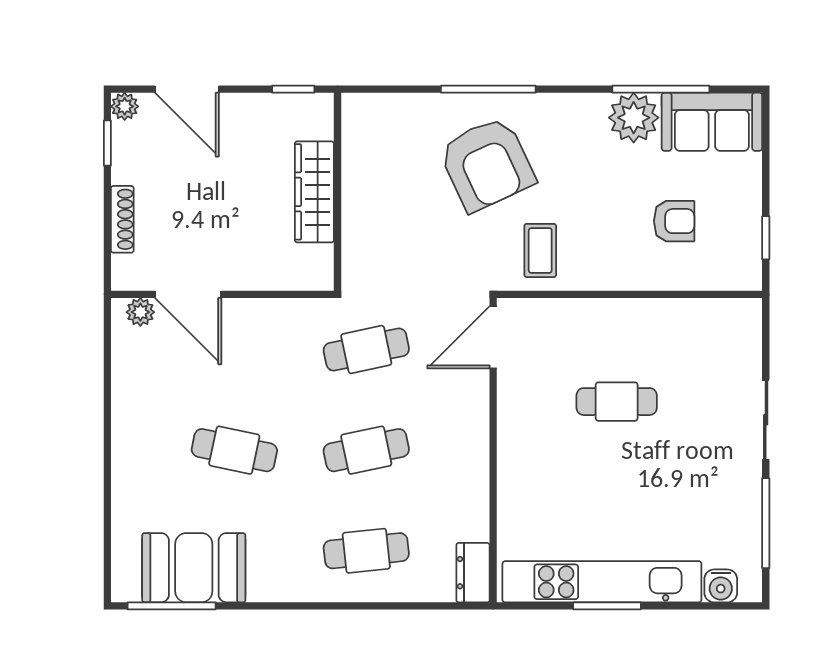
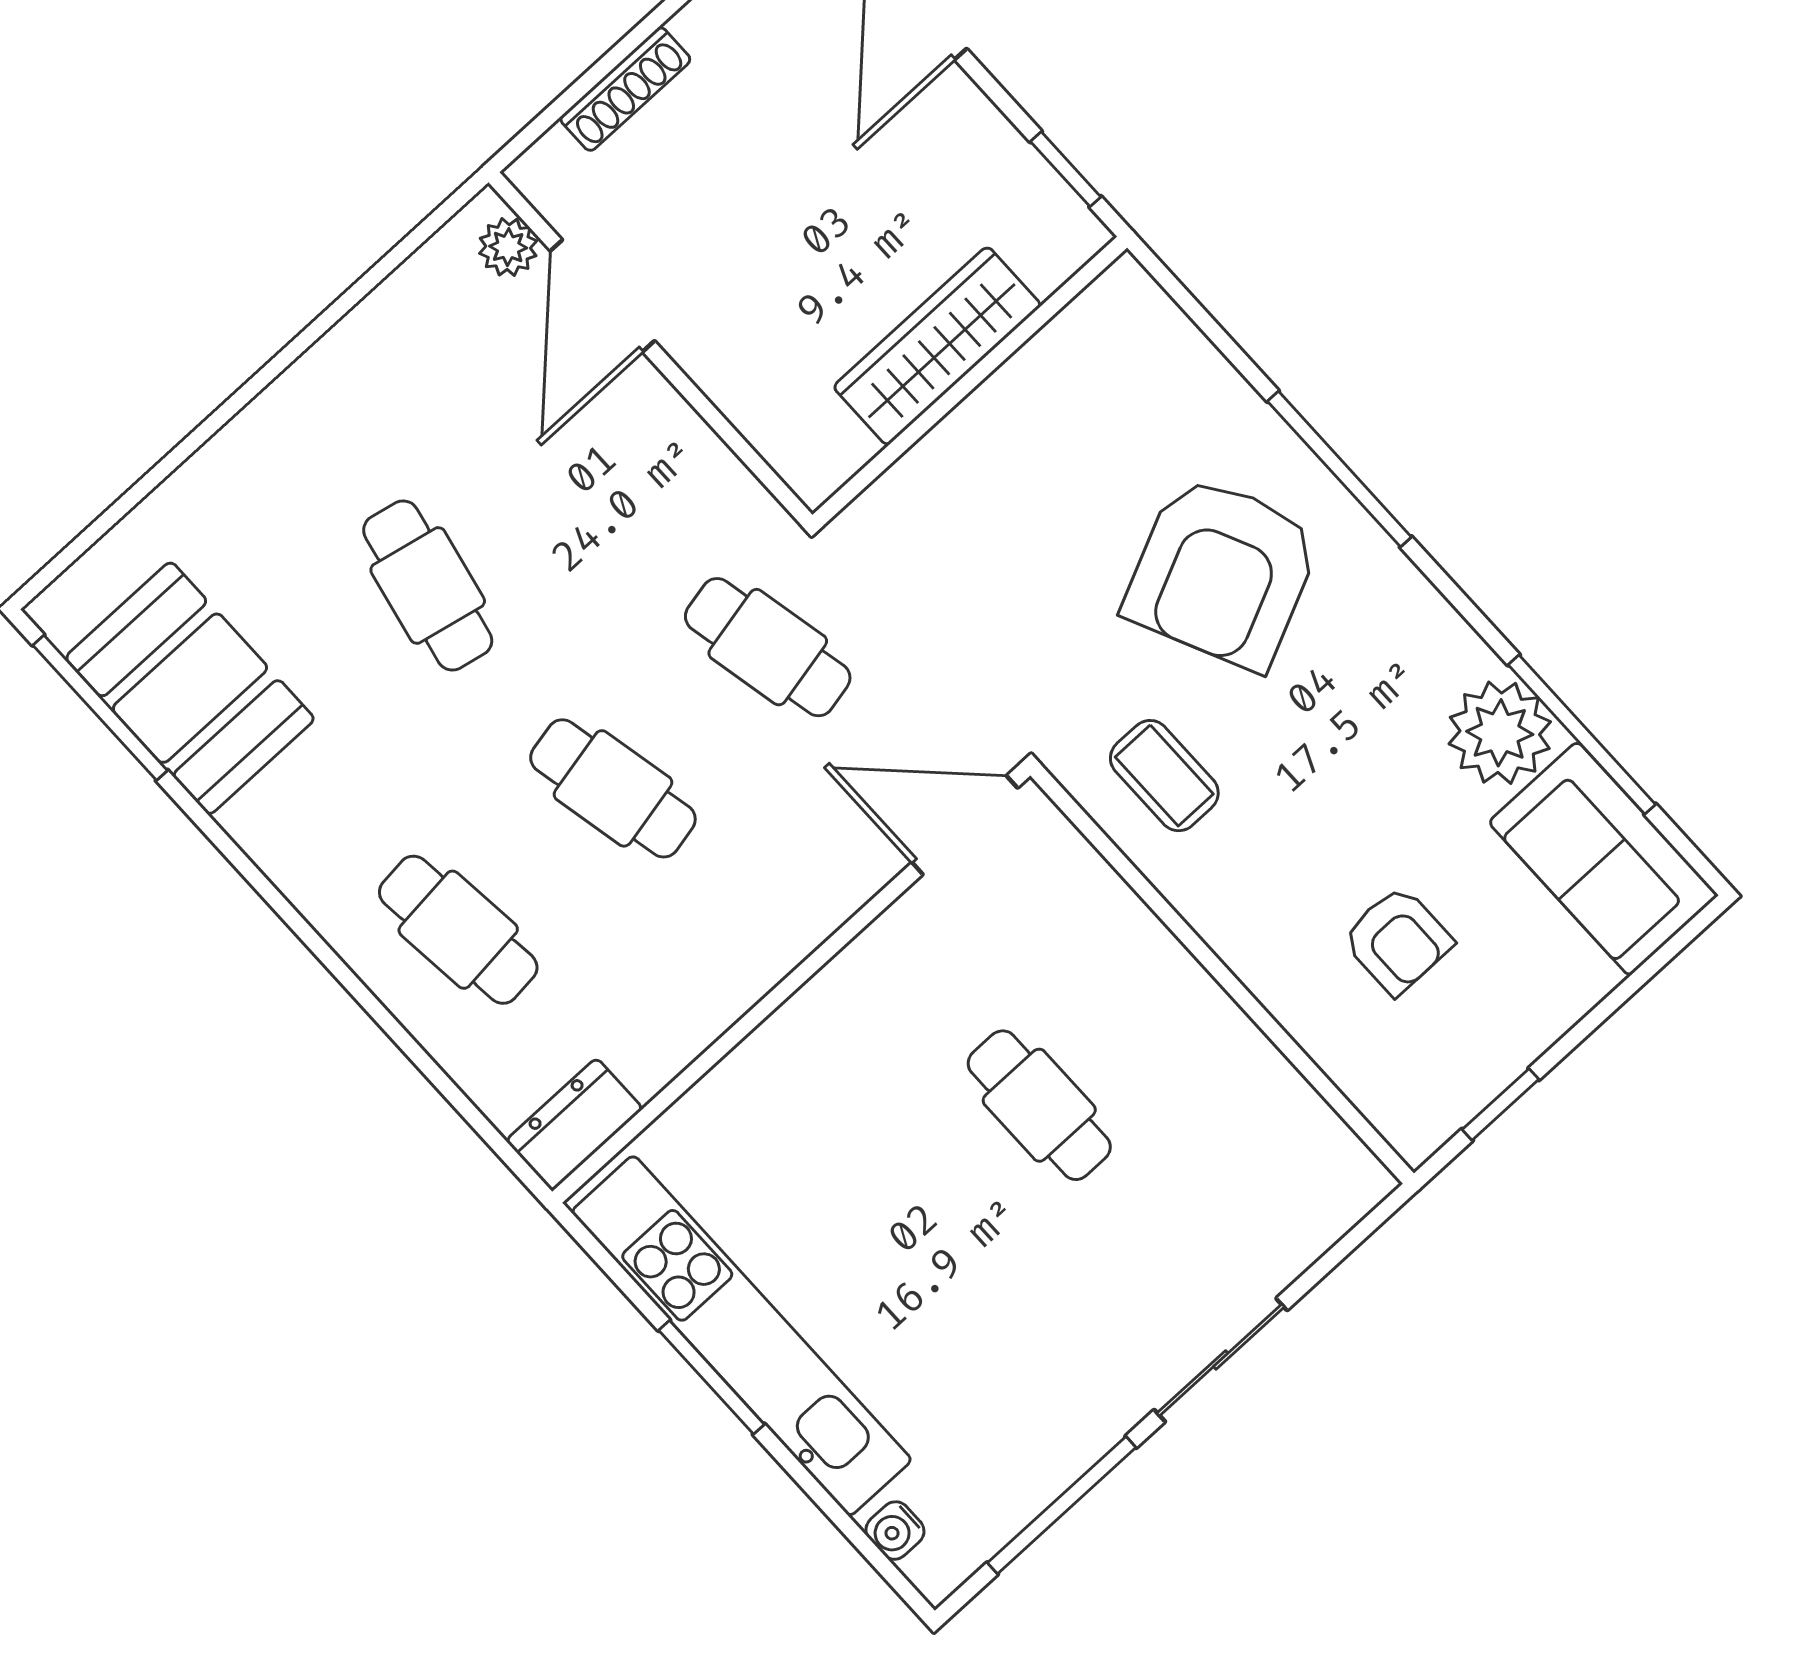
coffee table: (540, 250) -> (1164, 776), turned 90
water cooler: (721, 586) -> (895, 1531), width x0.72, depth x0.72

